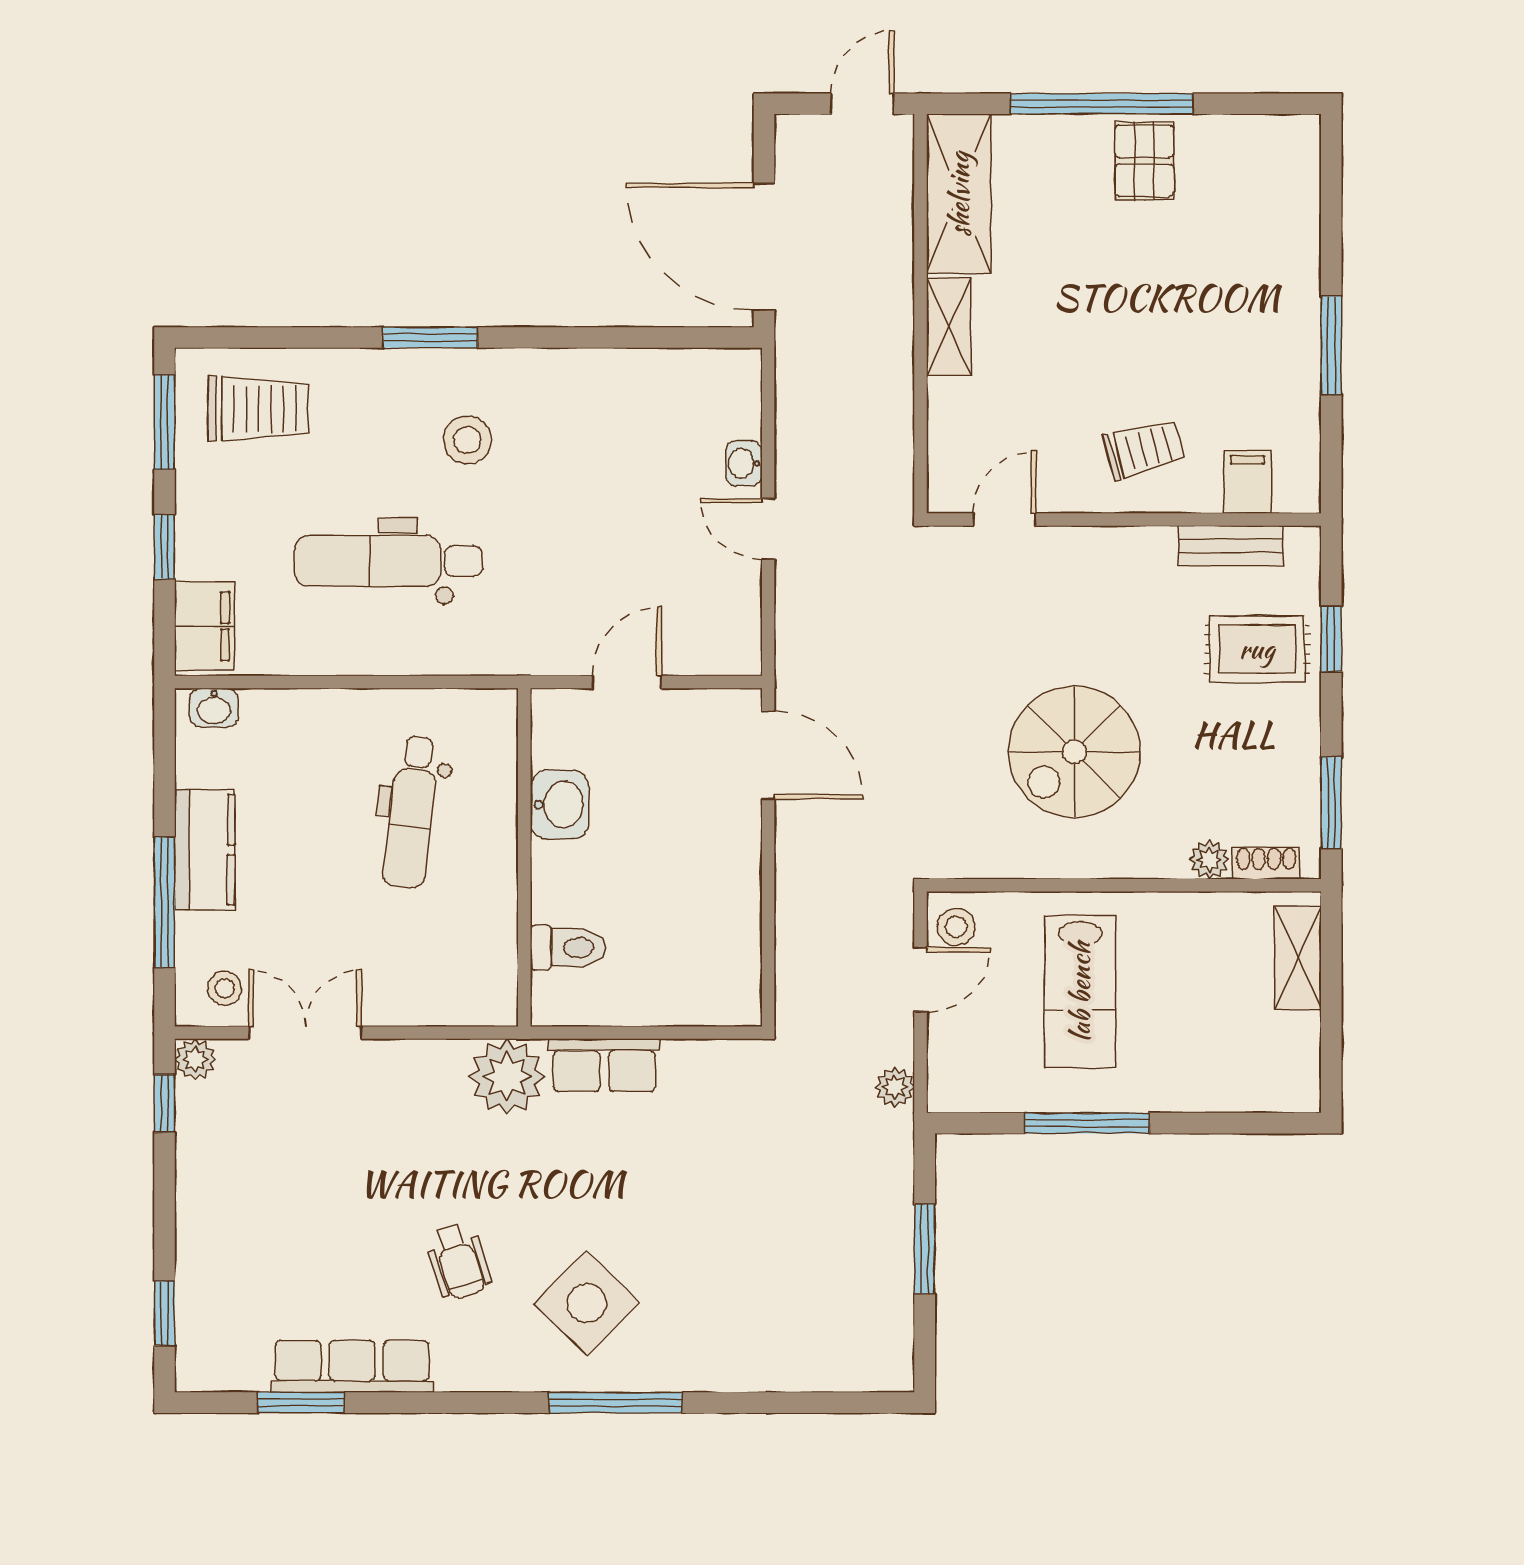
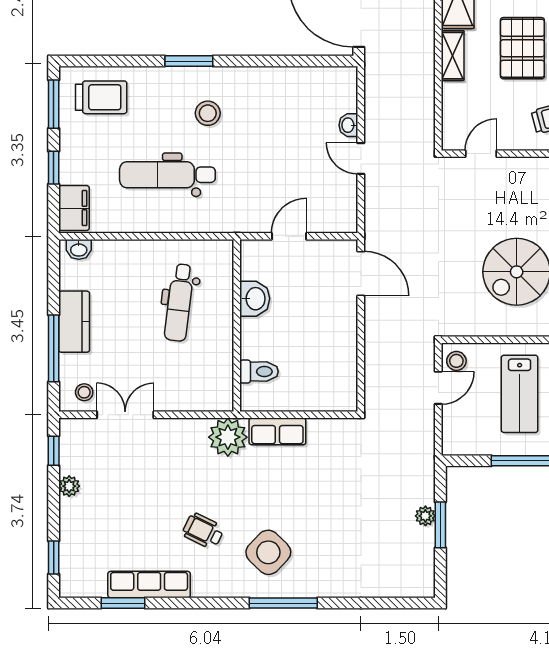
pallet: (1086, 312) -> (522, 48), added
plant: (195, 1059) -> (69, 486), moved
plant: (895, 1087) -> (425, 516), moved
wheelchair: (458, 1261) -> (203, 531), turned 134

